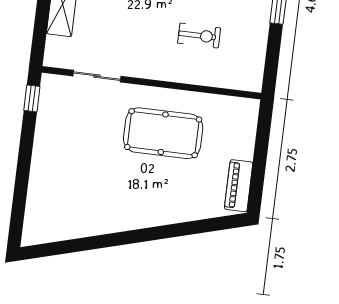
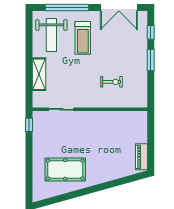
pool table: (163, 133) -> (65, 169), moved

